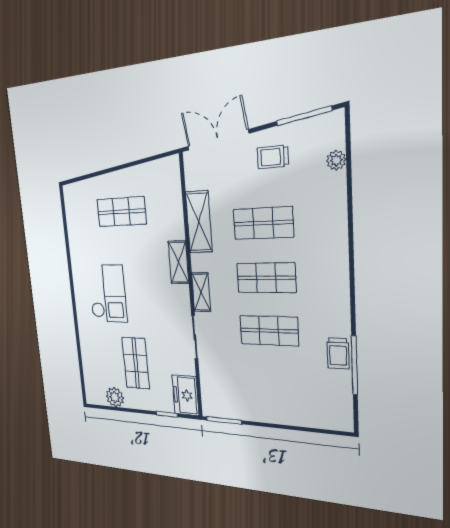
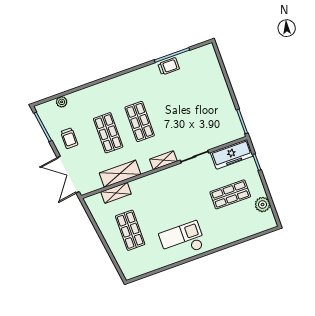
shelving: (178, 262) -> (116, 193), moved
checkout: (107, 294) -> (182, 240), moved
shop shelf: (269, 331) -> (171, 110), removed
freezer: (185, 395) -> (232, 154), width x1.40

